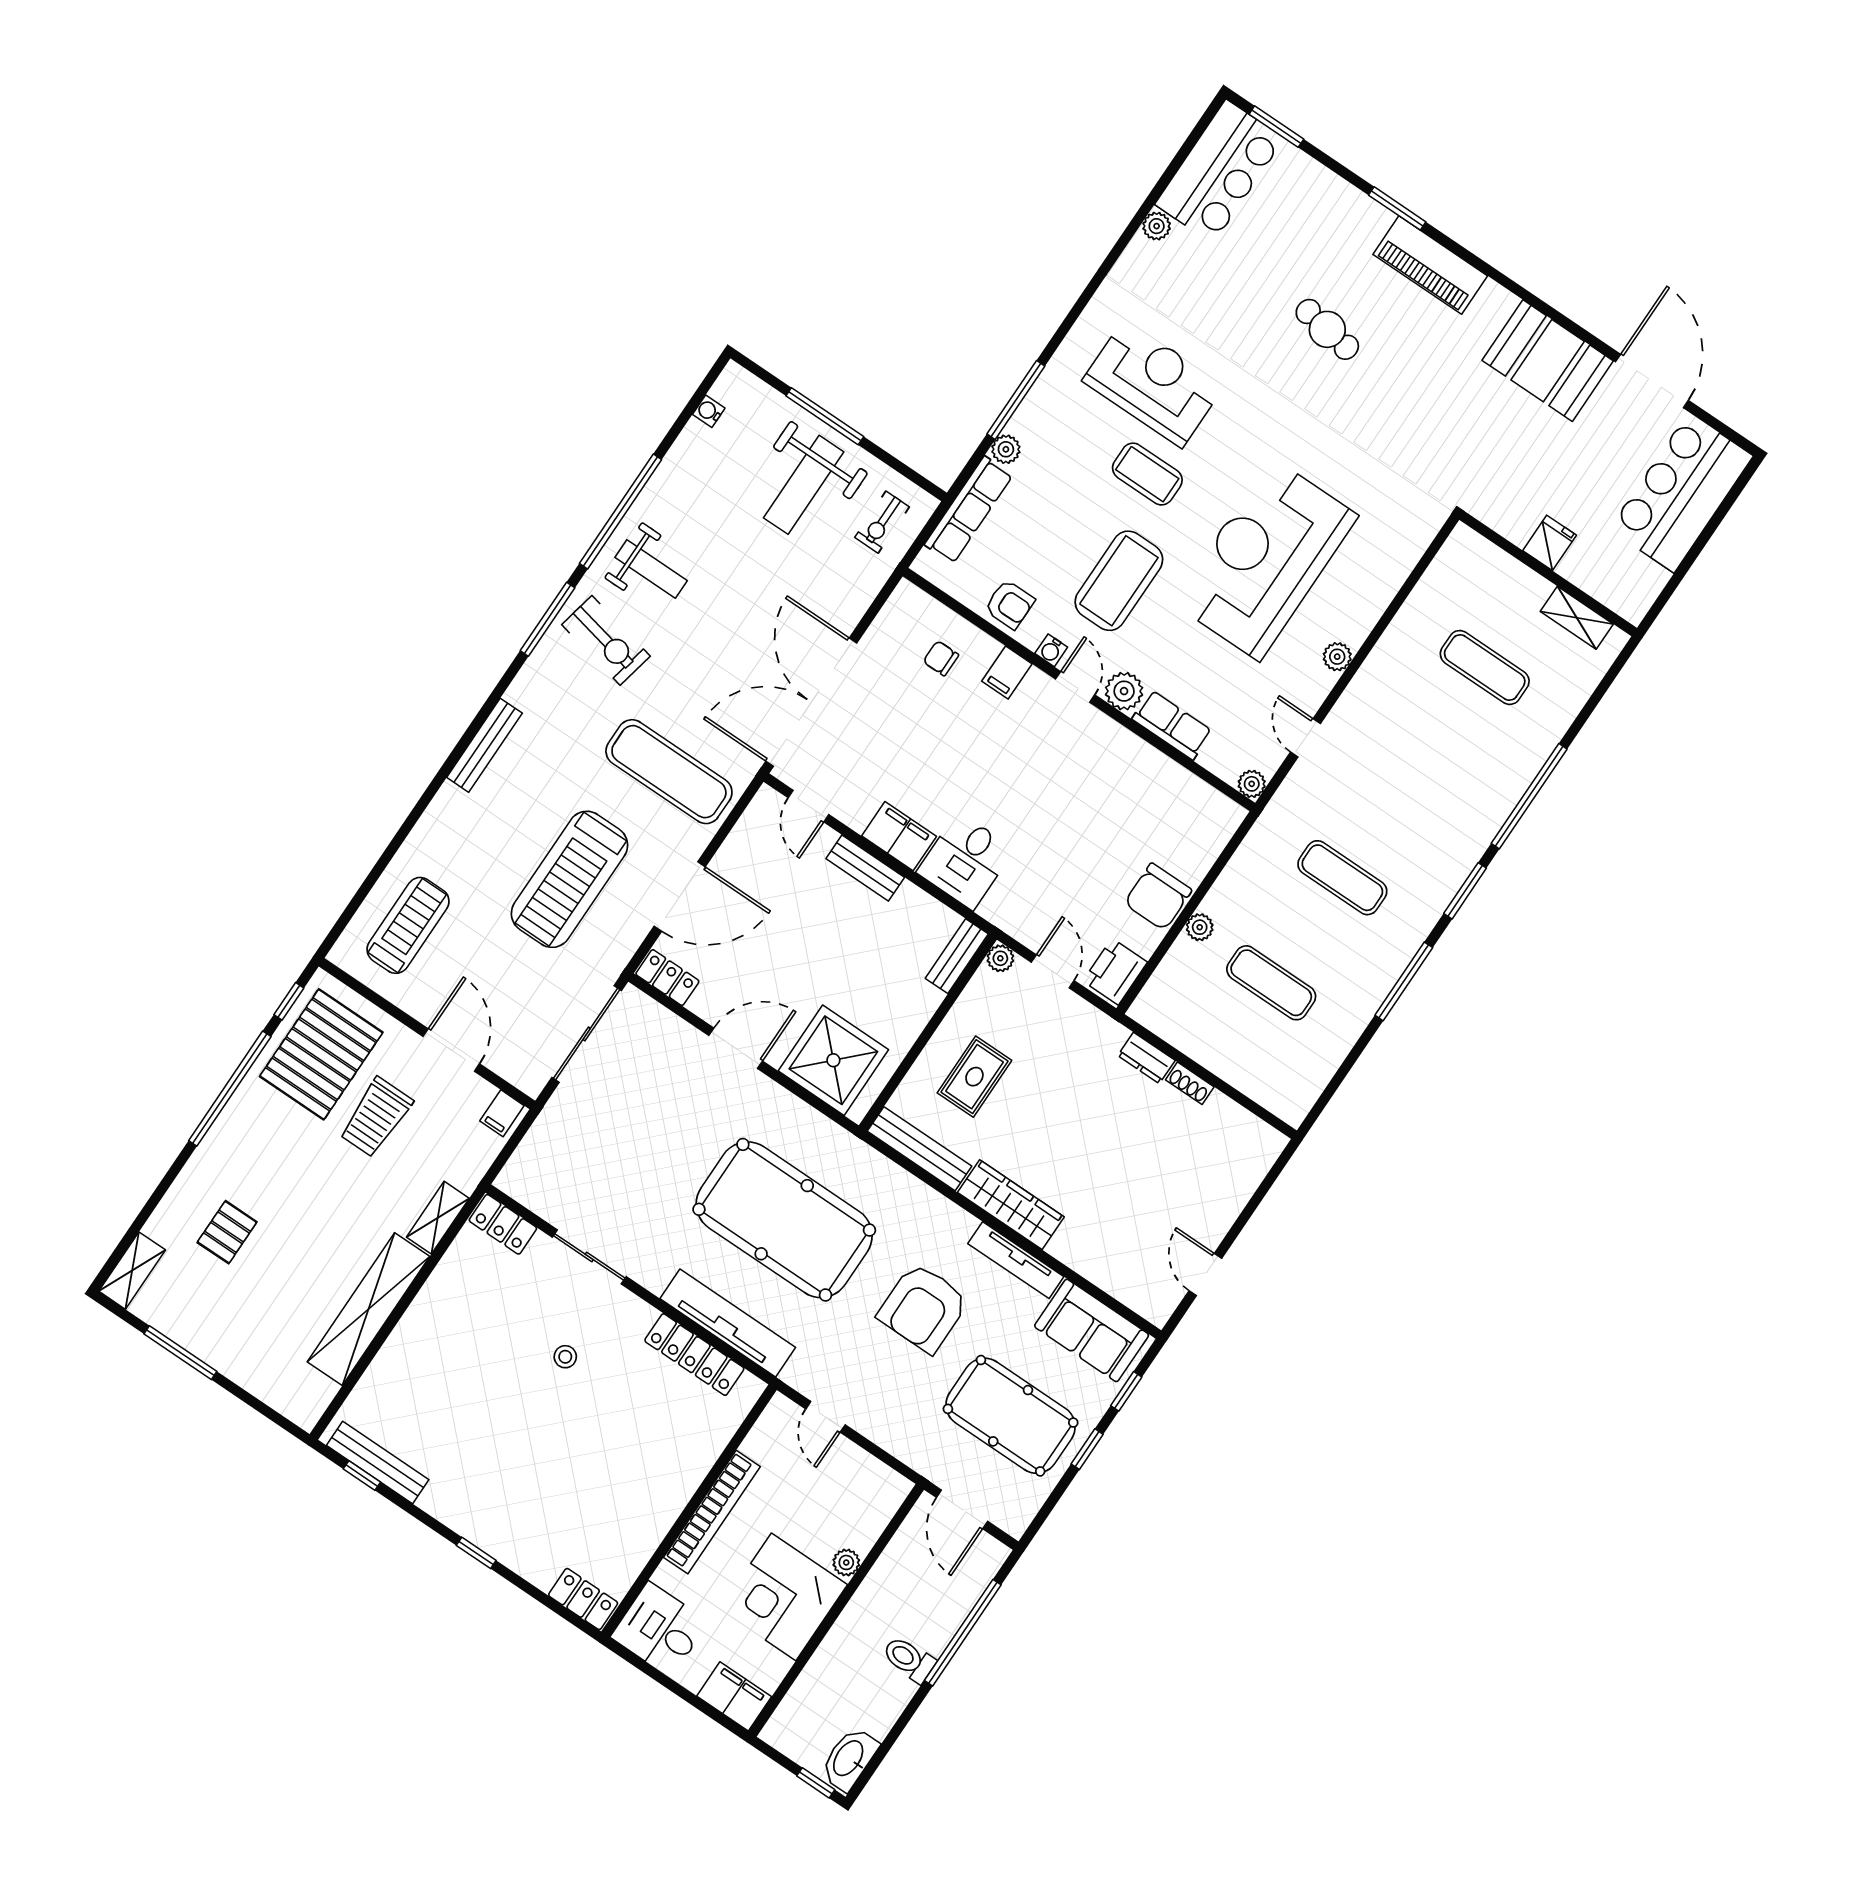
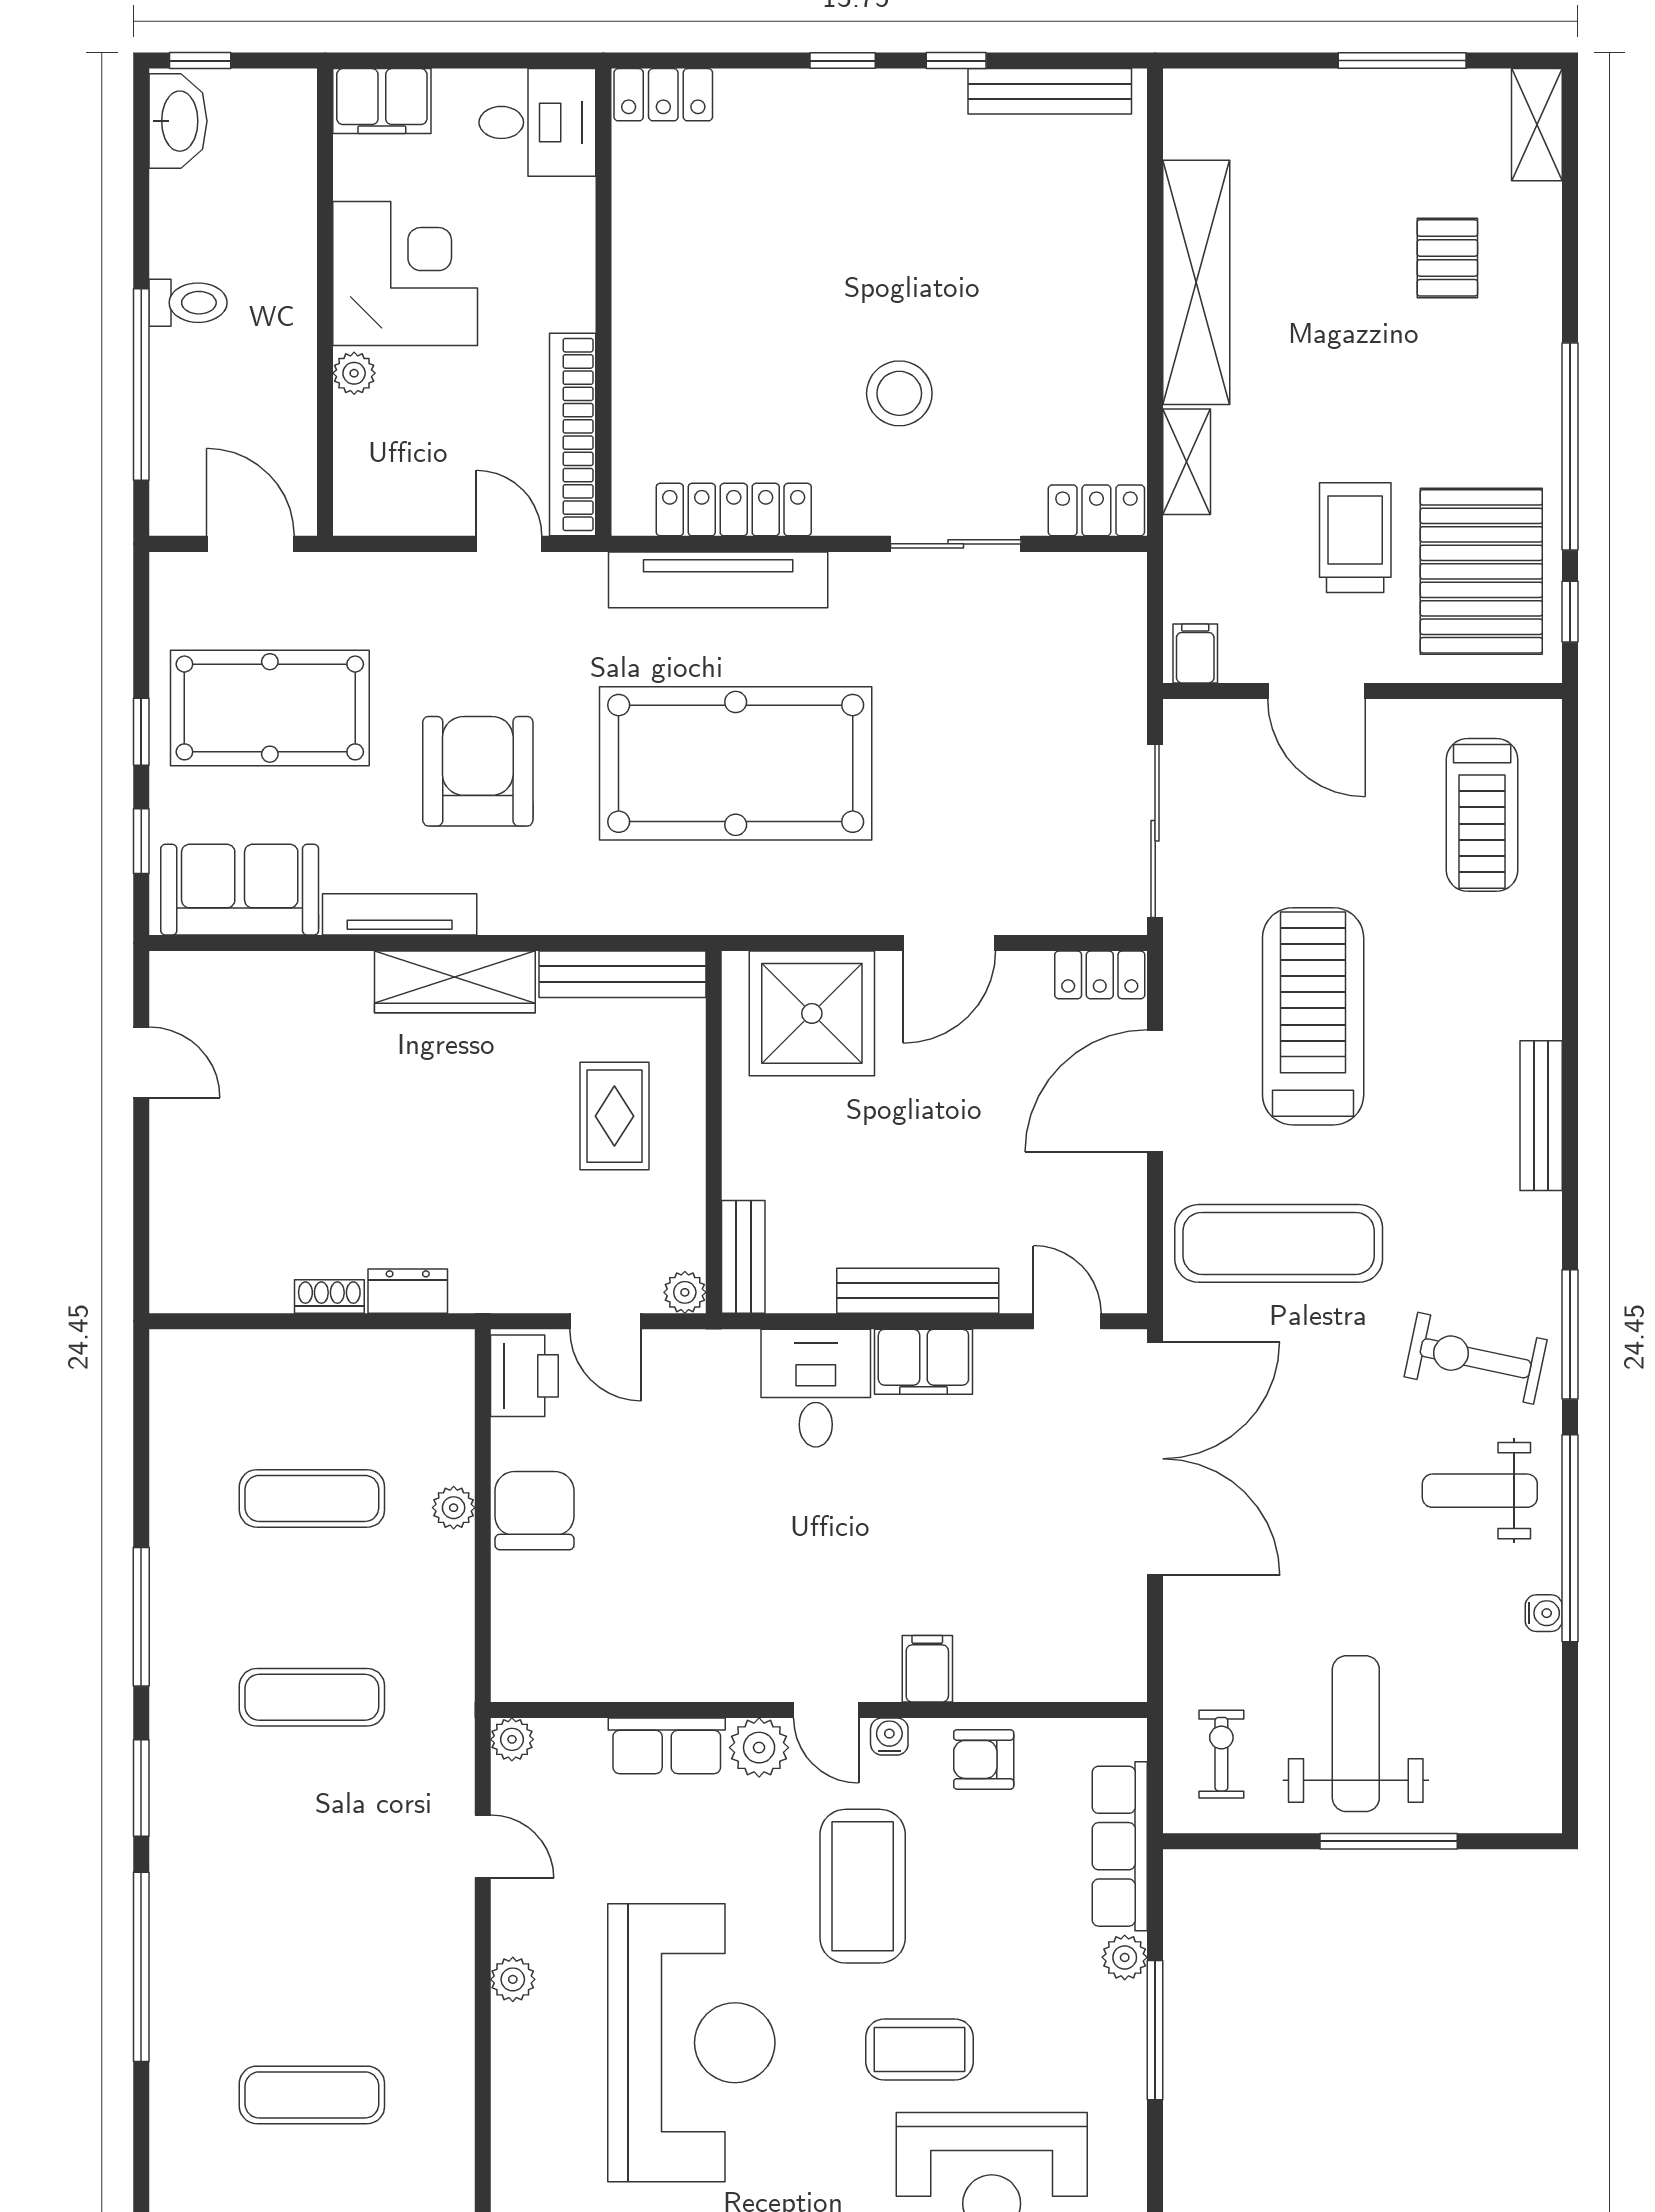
water cooler: (709, 411) -> (1544, 1613), moved
chair: (941, 658) -> (1026, 1629), removed
bench: (865, 868) -> (918, 1291), width x1.36
stool: (565, 1357) -> (899, 393), width x1.89, depth x1.89
window: (362, 1476) -> (956, 61), moved
bookcase: (712, 1512) -> (573, 435), moved

